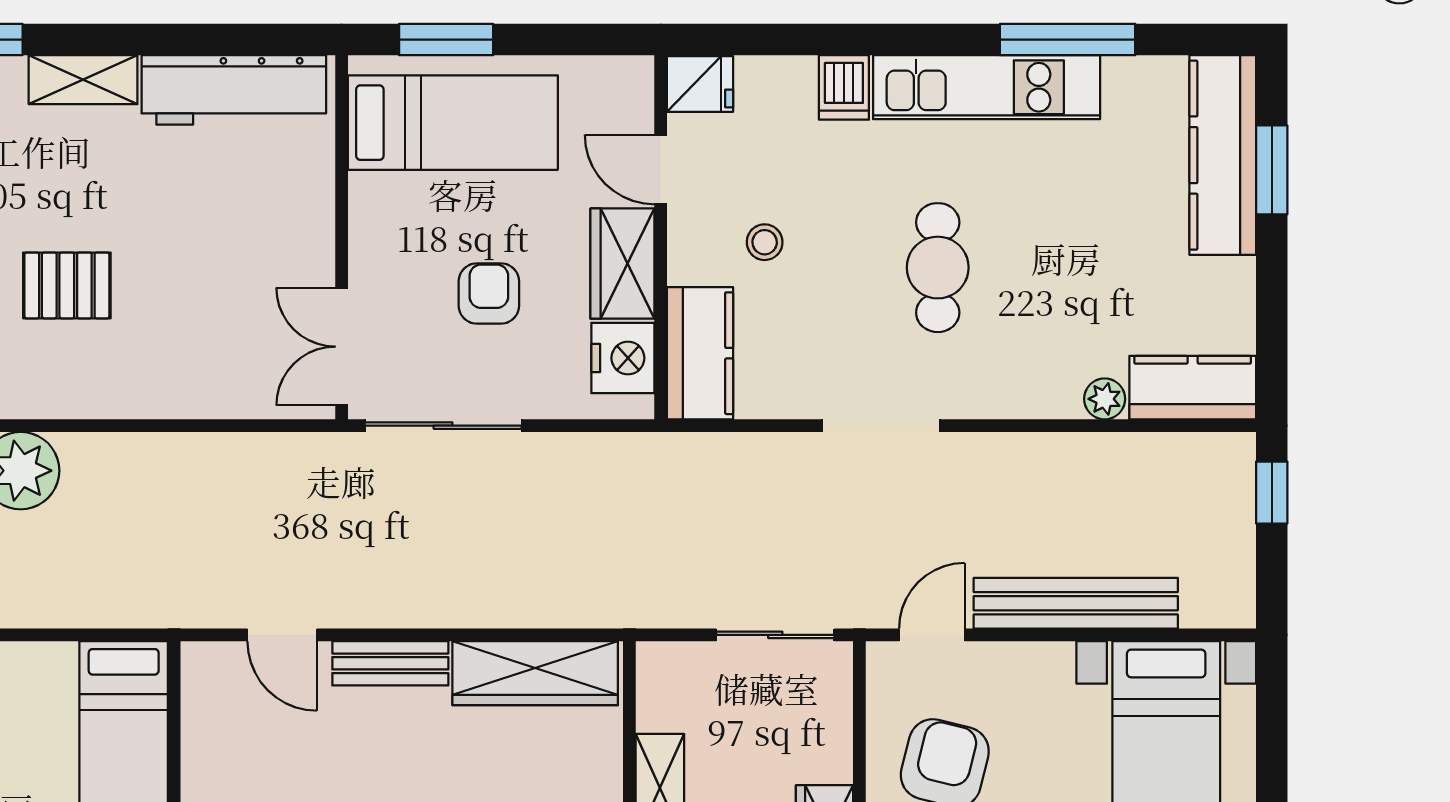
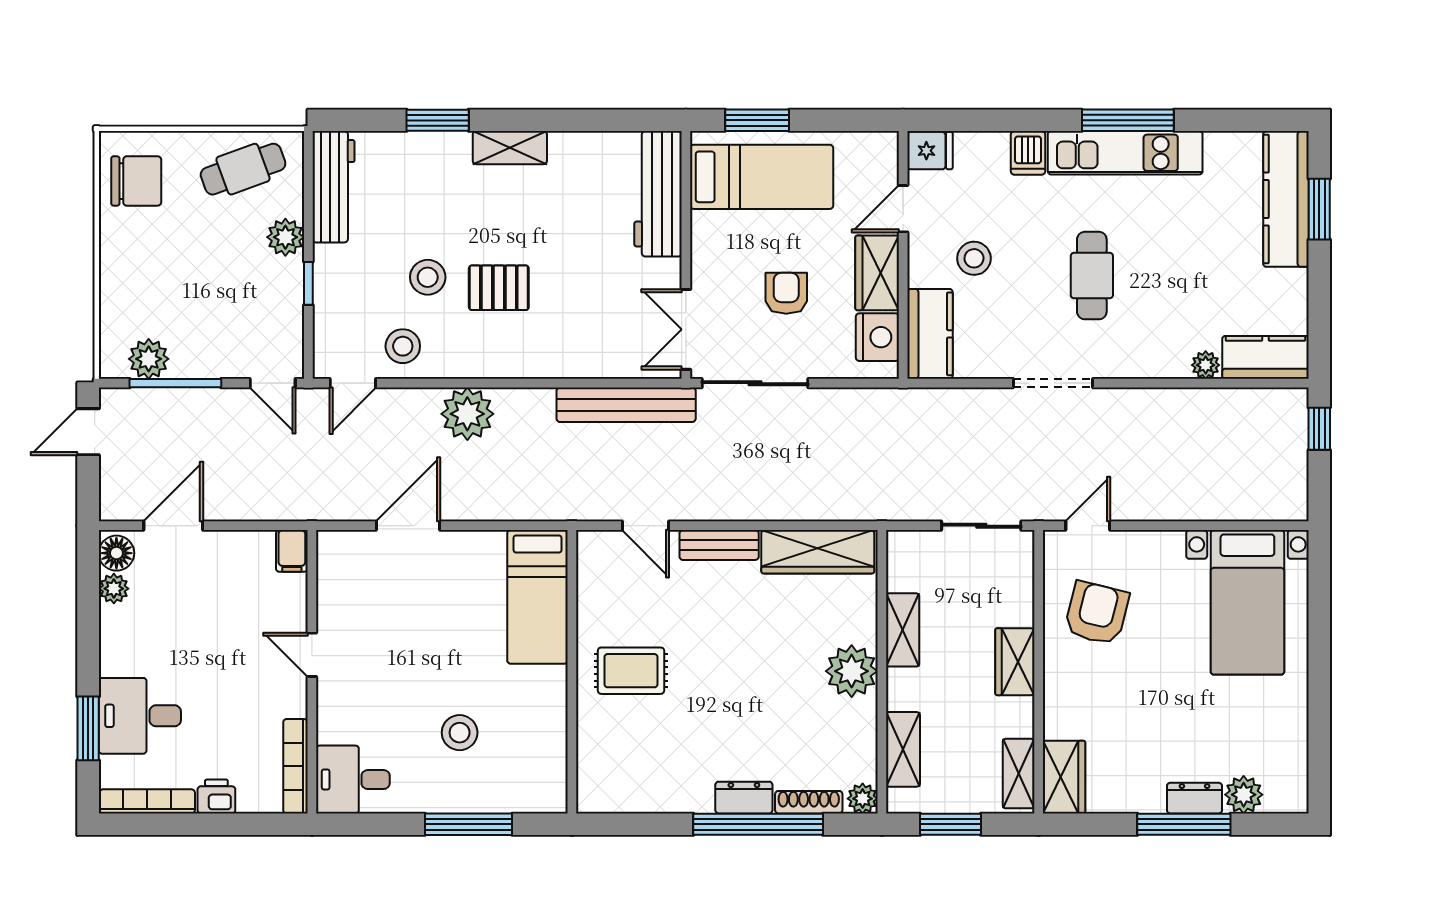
window: (1068, 40) -> (1128, 120), moved
workbench: (234, 90) -> (658, 194), moved, turned 90
door: (661, 169) -> (903, 209), hinge flipped
stool: (765, 242) -> (974, 258), width x1.37, depth x1.37
bench: (1076, 603) -> (626, 405), moved

